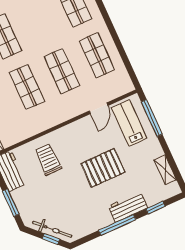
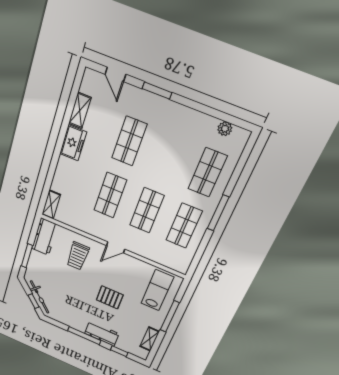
window: (109, 23) -> (218, 213), added
door: (99, 108) -> (116, 247), moved
window: (152, 118) -> (170, 316), moved
trolley: (48, 160) -> (78, 256), turned 180
pallet: (103, 168) -> (110, 297), width x0.67, depth x0.71

